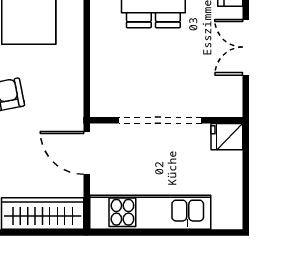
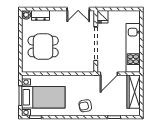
double door: (246, 47) -> (78, 9), moved

